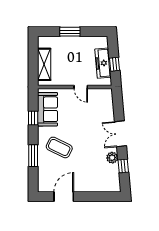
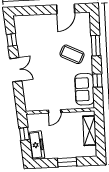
freezer: (103, 63) -> (37, 145), moved
door: (81, 87) -> (55, 111), swing flipped
plant: (112, 158) -> (22, 47), removed

